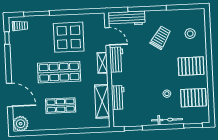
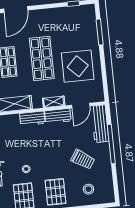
trolley: (20, 26) -> (86, 16), removed
workbench: (118, 97) -> (32, 118), moved

